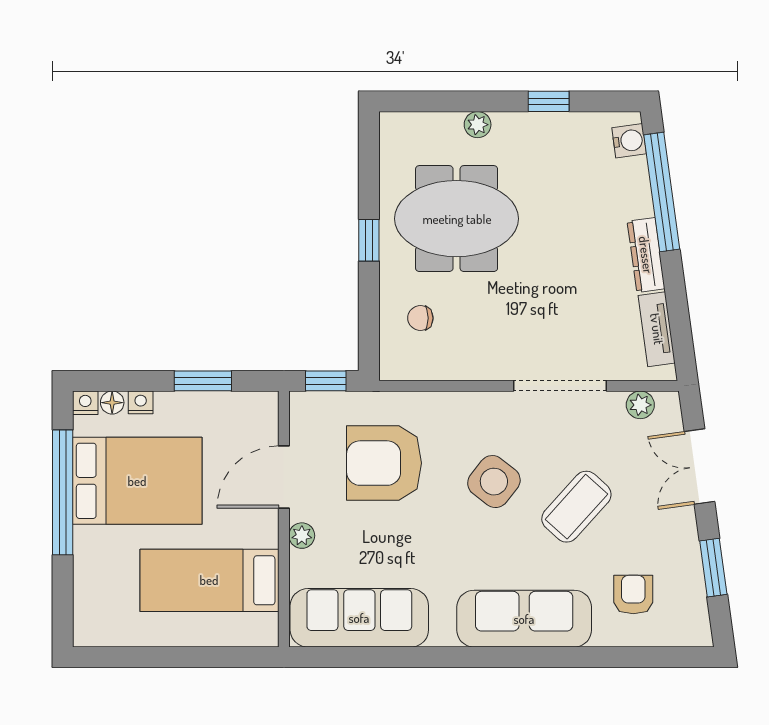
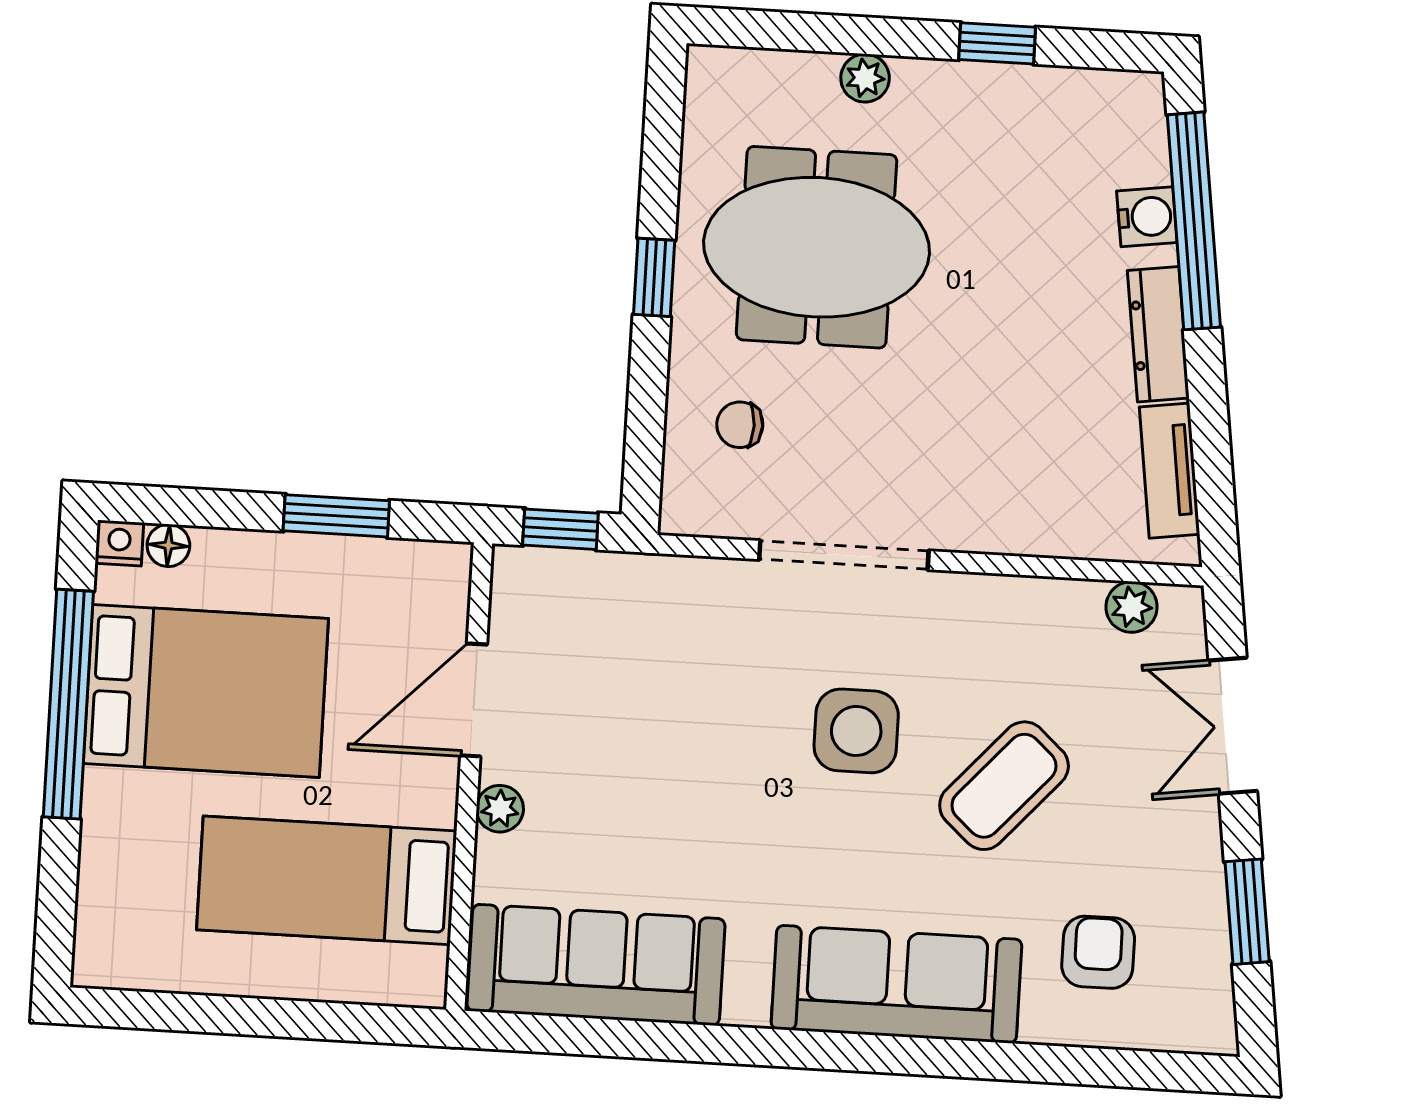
water cooler: (629, 141) -> (1147, 217), moved
doorway: (560, 386) -> (844, 555), moved
nightstand: (141, 402) -> (220, 548), removed
armchair: (384, 463) -> (658, 685), removed
side table: (494, 482) -> (856, 731), turned -38

